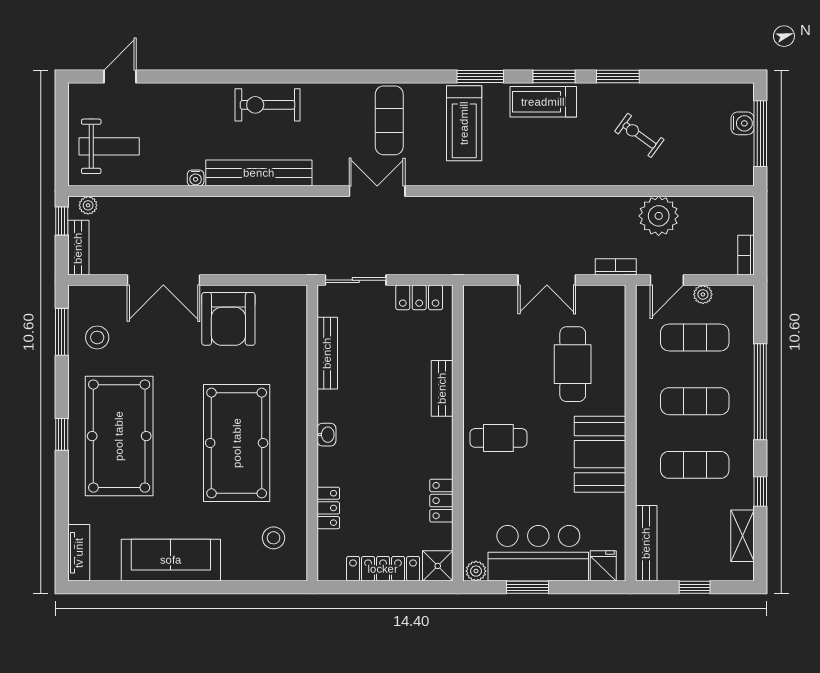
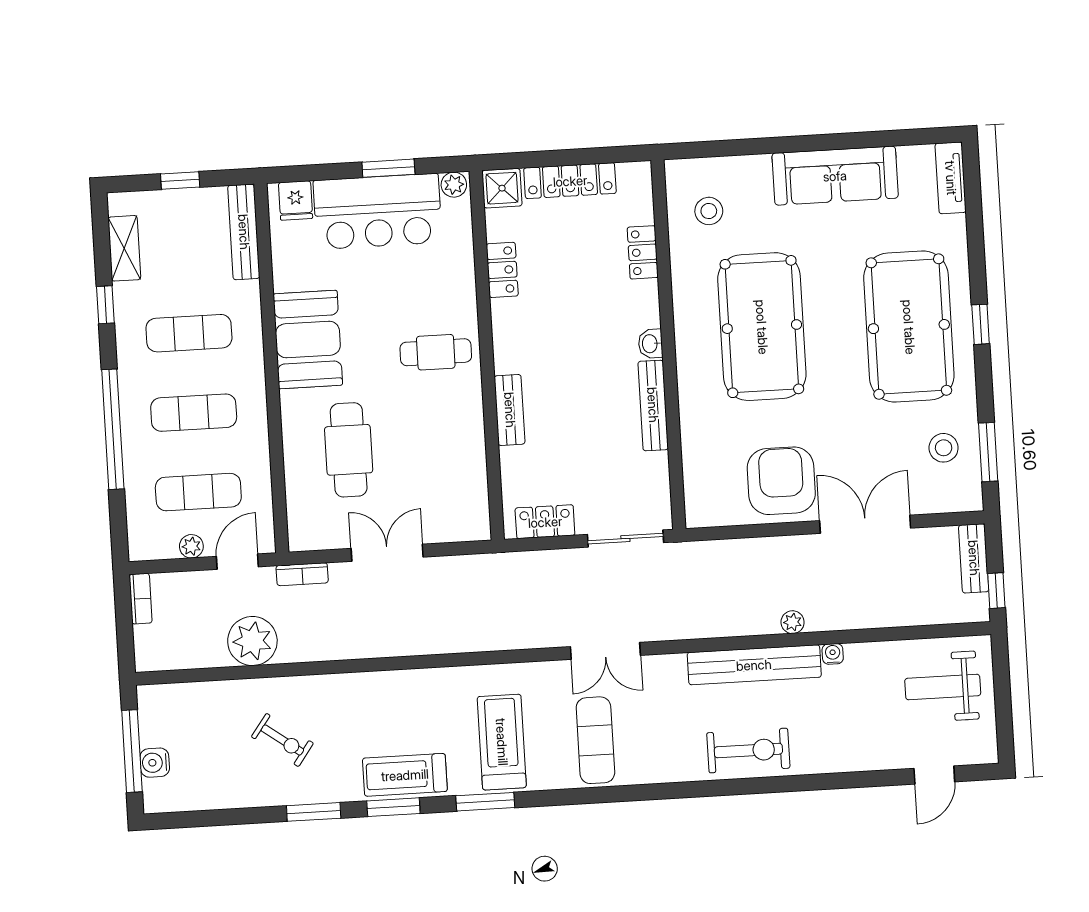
treadmill: (543, 102) -> (405, 775), turned 180
plant: (88, 205) -> (793, 622), moved
bench: (327, 353) -> (653, 405), moved

